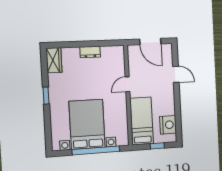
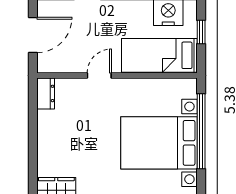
dresser: (90, 52) -> (46, 93), moved
door: (127, 84) -> (99, 75), swing flipped

